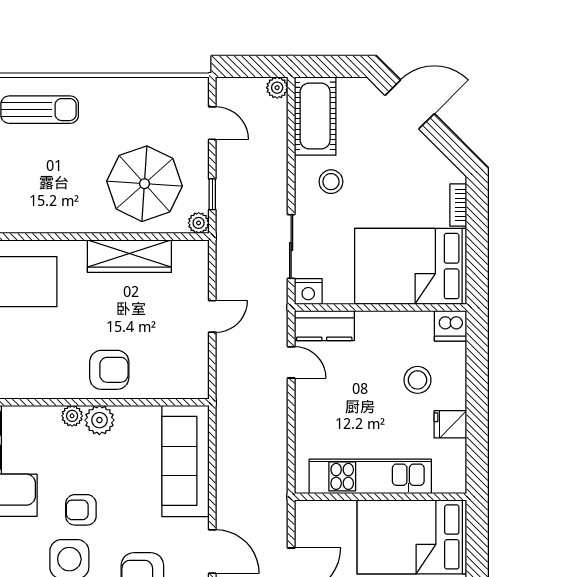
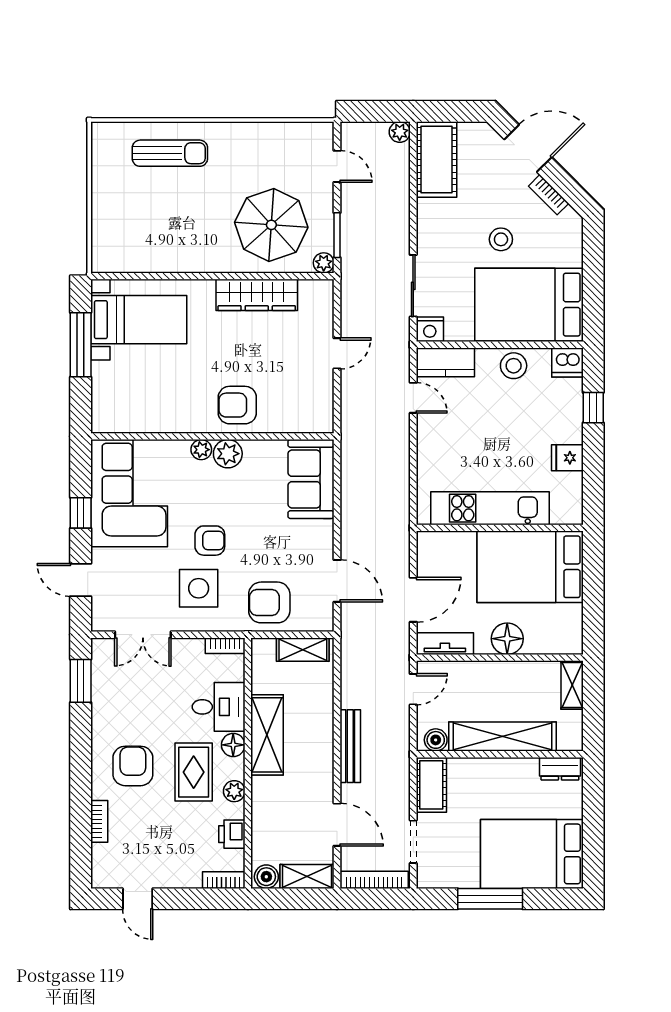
stool: (331, 182) -> (501, 239), moved
window: (212, 194) -> (337, 235), width x1.50
bookcase: (458, 205) -> (549, 195), moved, turned -45
armchair: (109, 370) -> (237, 405), turned 180
window: (477, 373) -> (593, 408), added
stool: (417, 380) -> (514, 366), moved
sofa: (185, 461) -> (311, 479), width x0.73
armchair: (81, 510) -> (210, 541), turned 180

